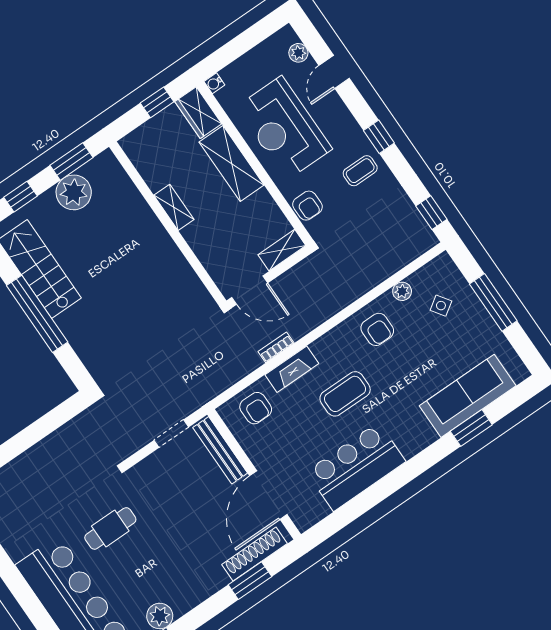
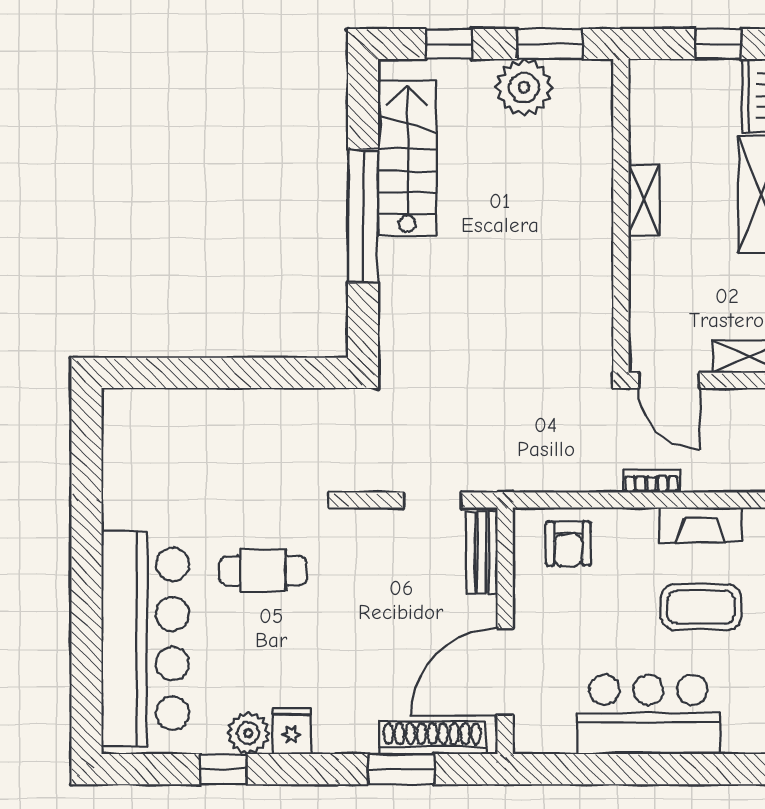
fireplace: (292, 369) -> (701, 525), moved
bench: (220, 450) -> (482, 552), width x0.73
fridge: (181, 600) -> (292, 731), added

